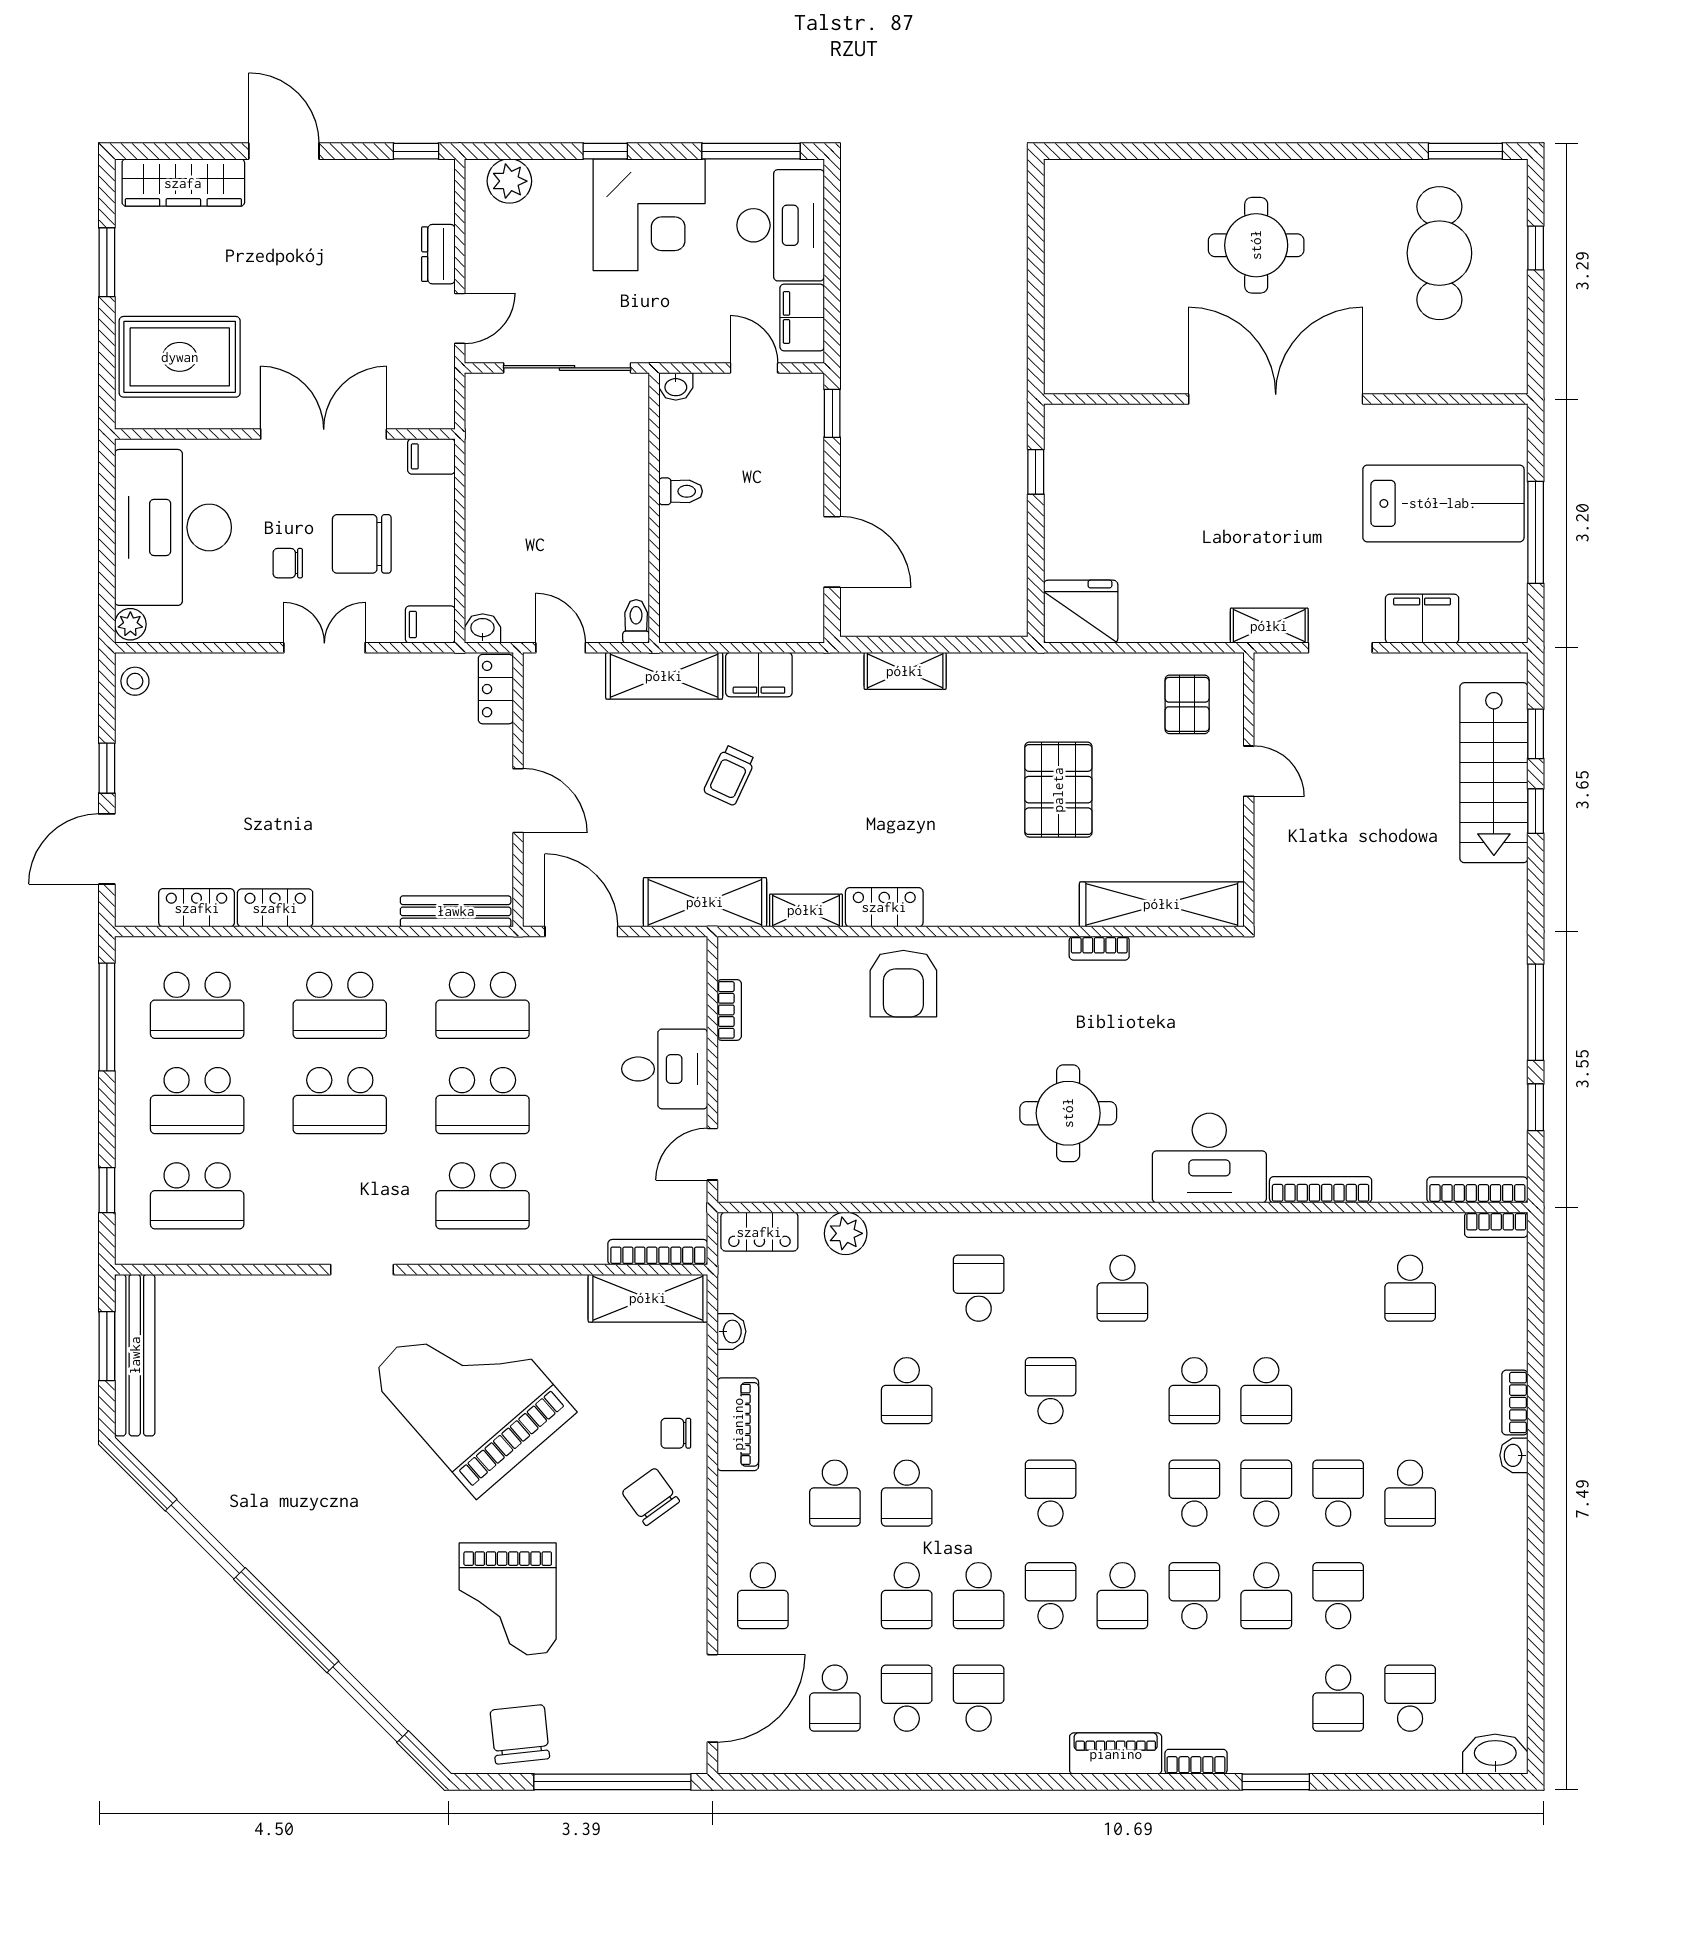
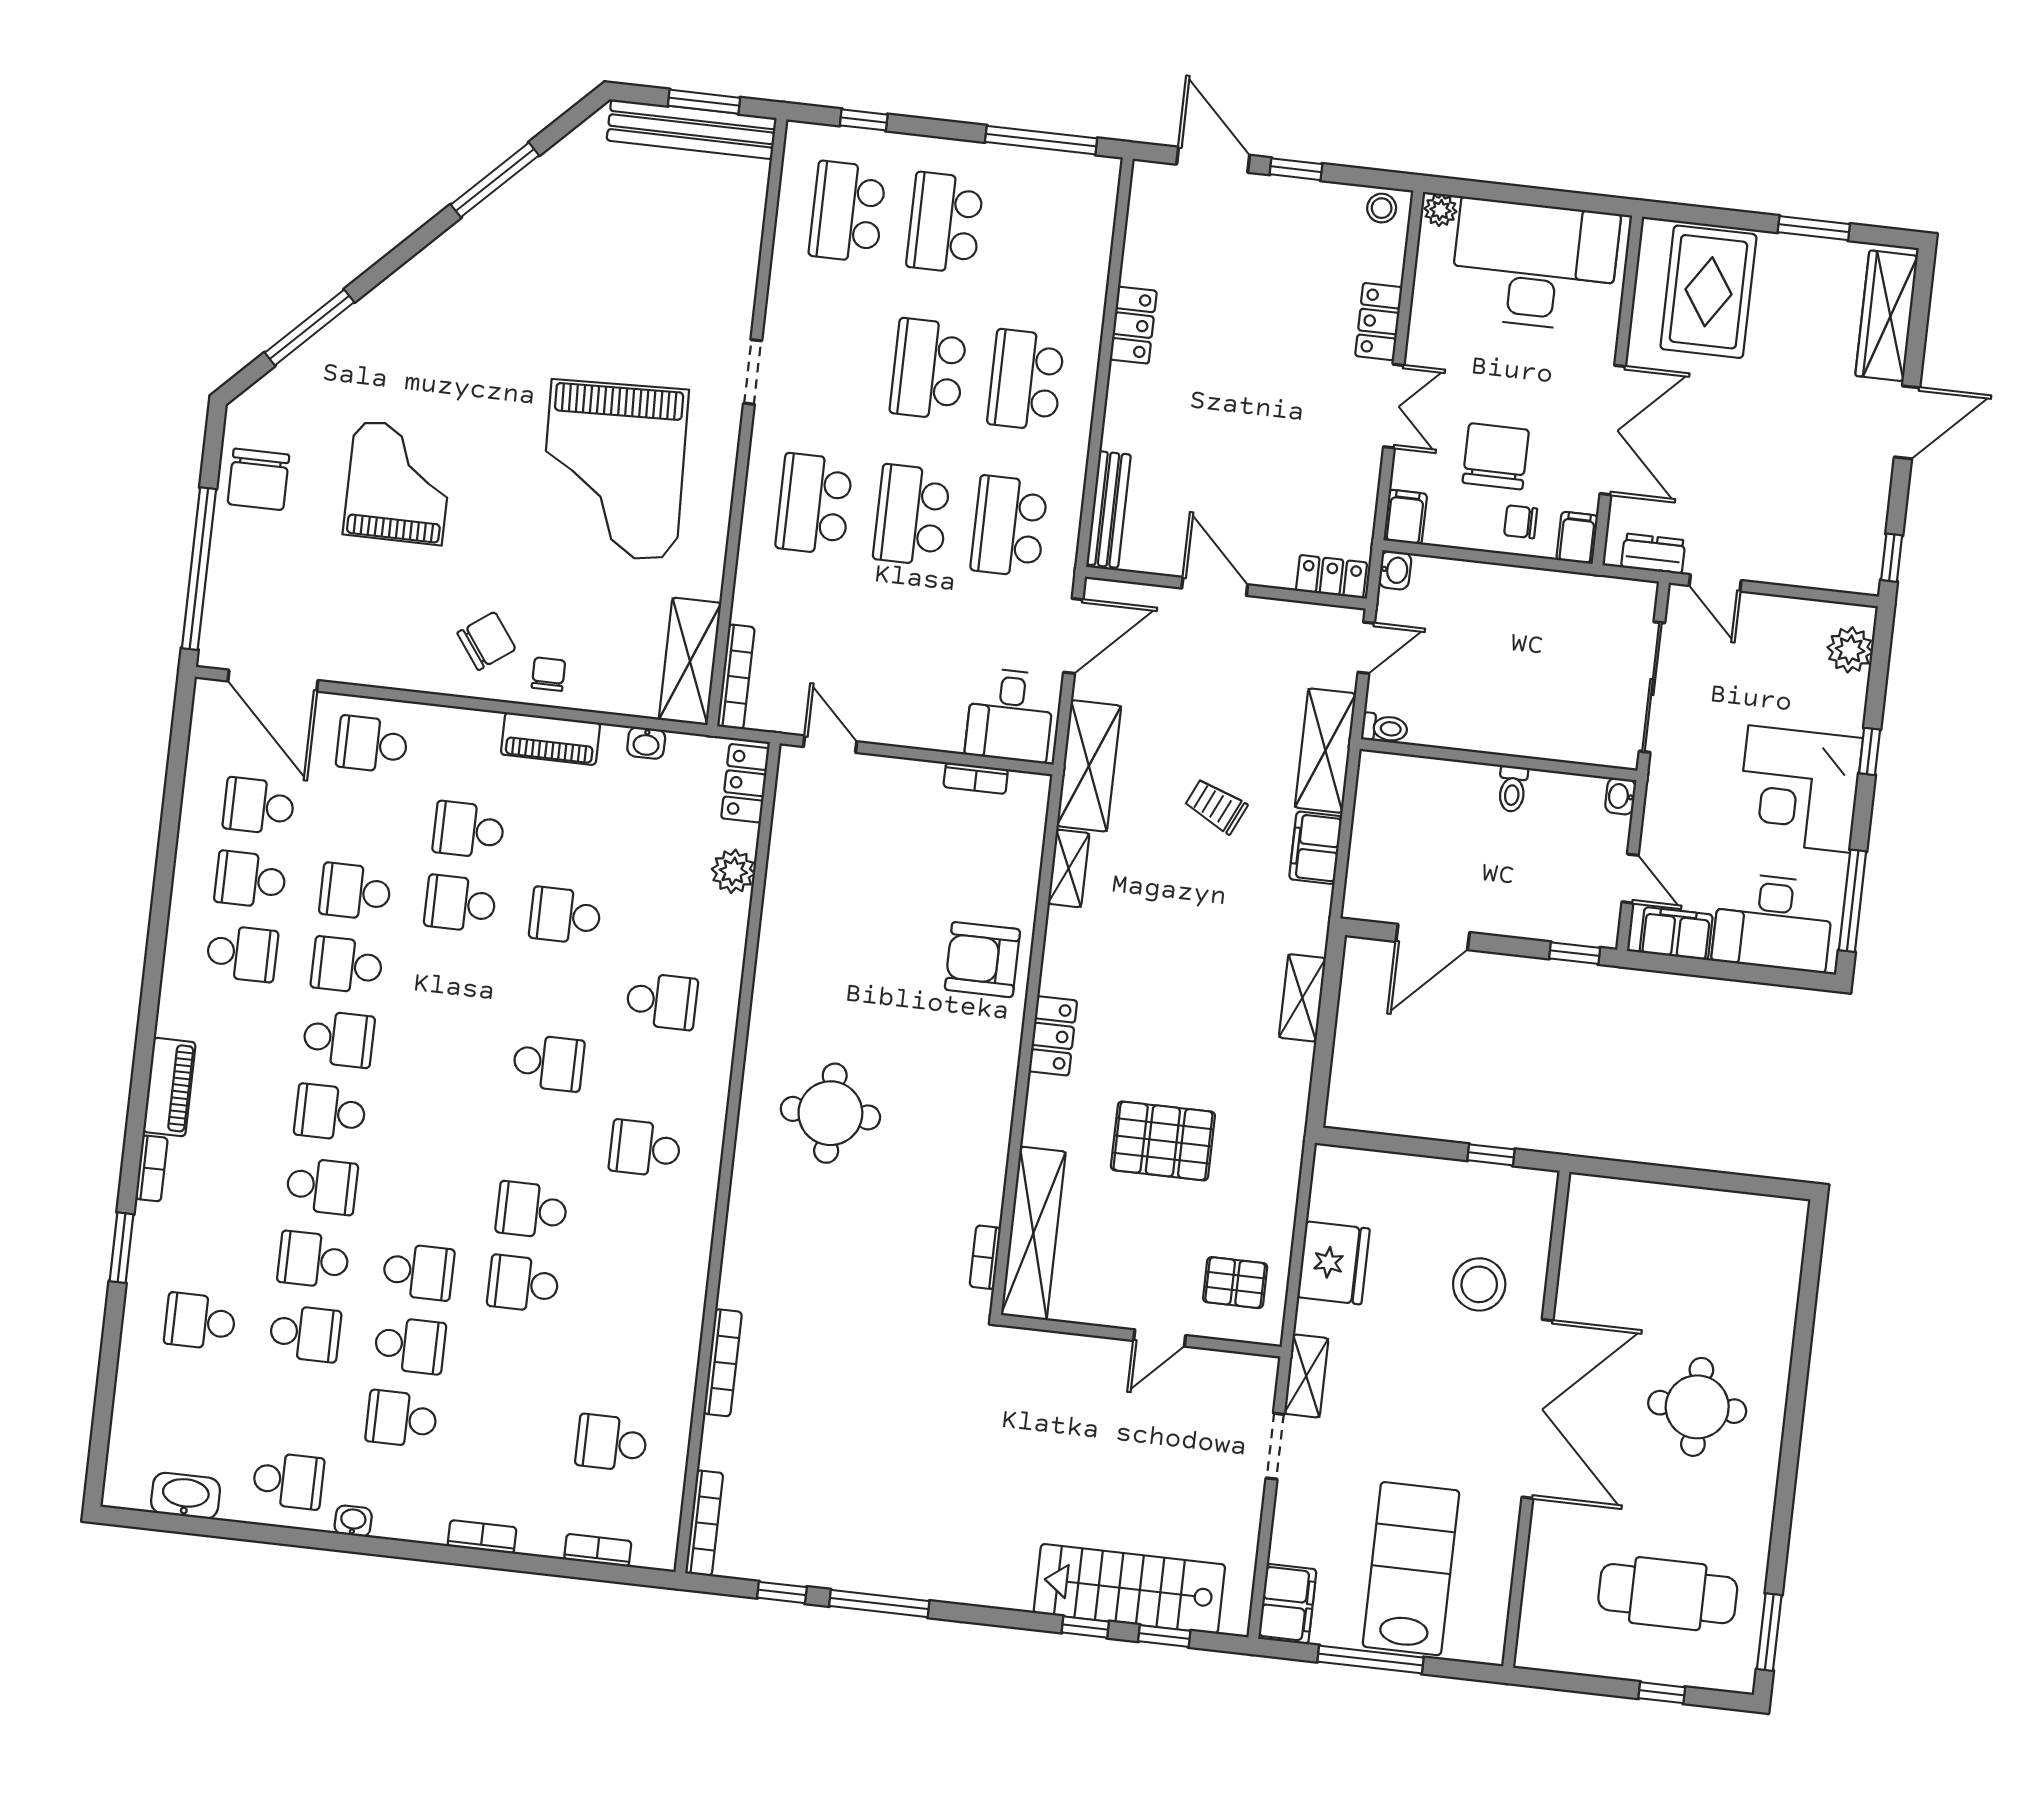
dresser: (438, 254) -> (1653, 554), moved
door: (754, 368) -> (1630, 879), hinge flipped
stool: (1162, 469) -> (1479, 1284), added
lab bench: (1443, 503) -> (1411, 1569), turned 180
chair: (288, 563) -> (1521, 522), moved, turned -90
fridge: (1081, 612) -> (1334, 1263), moved
filing cabinet: (1422, 619) -> (1287, 1604), moved
door: (518, 801) -> (1215, 586), swing flipped
locker: (884, 907) -> (1053, 1036), moved
locker: (197, 908) -> (1379, 322), moved, turned 180
bookcase: (1099, 948) -> (985, 1257), moved
school desk: (197, 1005) -> (1043, 234), removed
desk: (665, 1069) -> (1010, 715), moved
desk: (1209, 1158) -> (768, 1252), removed
bookcase: (1496, 1225) -> (598, 1550), moved, turned 90
grand piano: (472, 1393) -> (614, 470), turned 129
washbasin: (1514, 1455) -> (353, 1521), moved
school desk: (1051, 1493) -> (443, 1051), removed
school desk: (1194, 1493) -> (427, 1198), removed
grand piano: (508, 1599) -> (399, 483), turned 90
school desk: (907, 1698) -> (250, 880), turned 180
school desk: (1410, 1698) -> (288, 1481), moved
chair: (520, 1734) -> (258, 479), turned 96
washbasin: (1495, 1754) -> (186, 1496), moved, turned -90

